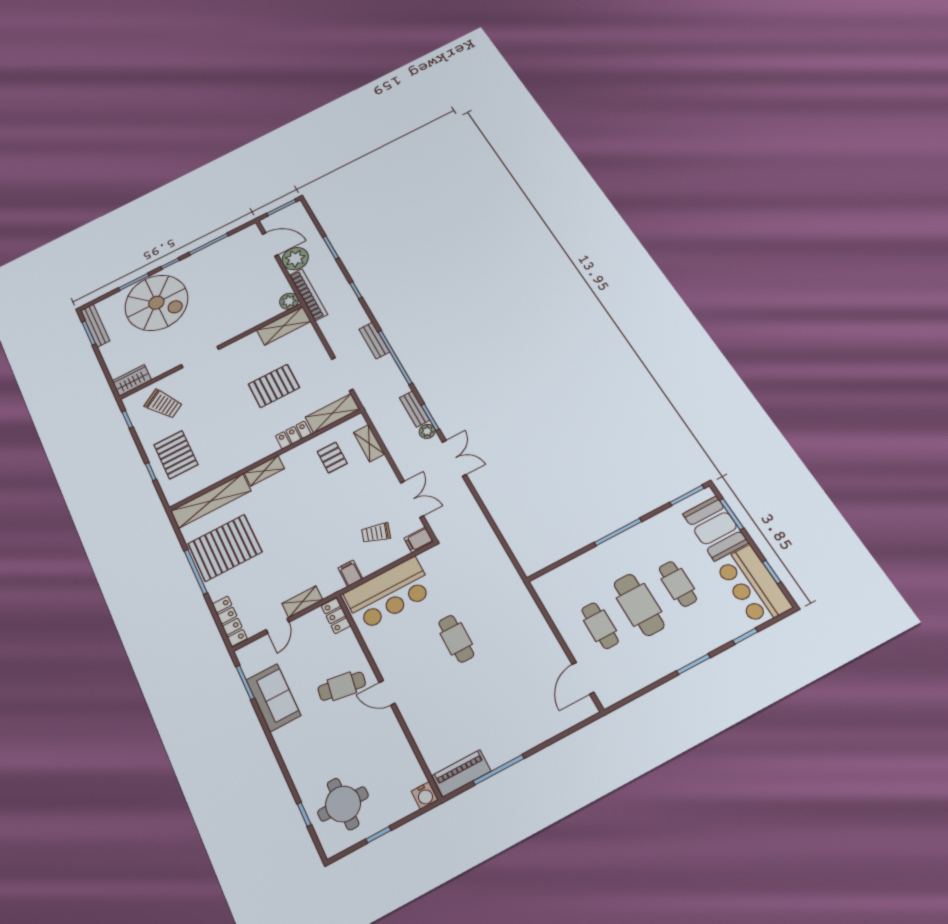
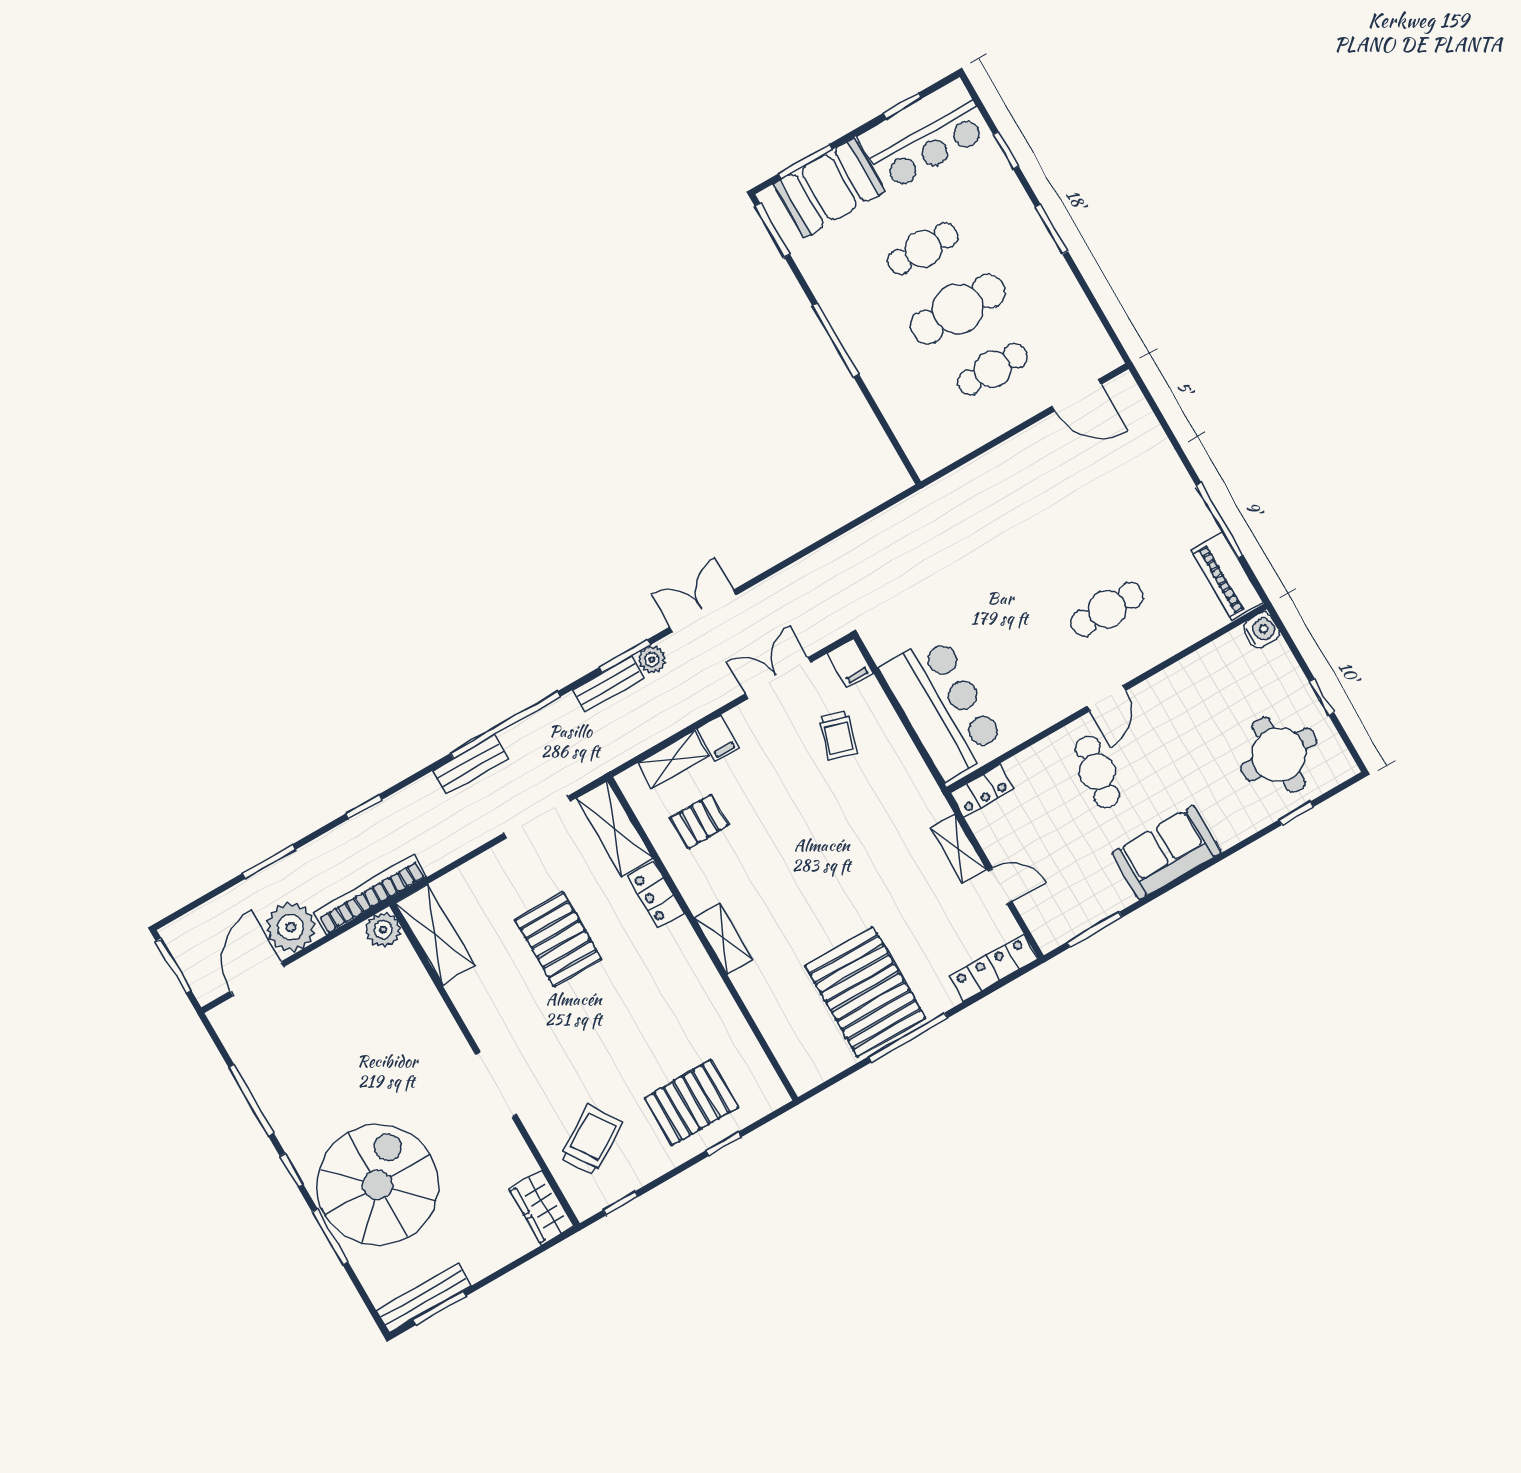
shelving: (211, 501) -> (779, 1027), removed
filing cabinet: (350, 573) -> (718, 738), moved, turned -90
cafe table: (456, 639) -> (1107, 609), moved
sofa: (273, 698) -> (1167, 852), moved

